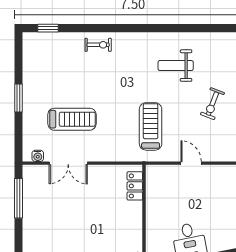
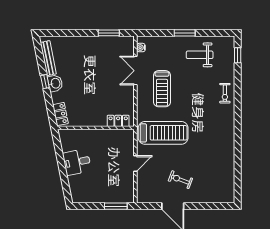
weight bench: (176, 66) -> (200, 55), moved, turned -90
treadmill: (72, 119) -> (162, 89), moved
treadmill: (151, 126) -> (163, 133), width x1.37, depth x1.38
window: (18, 198) -> (109, 33), width x0.69

